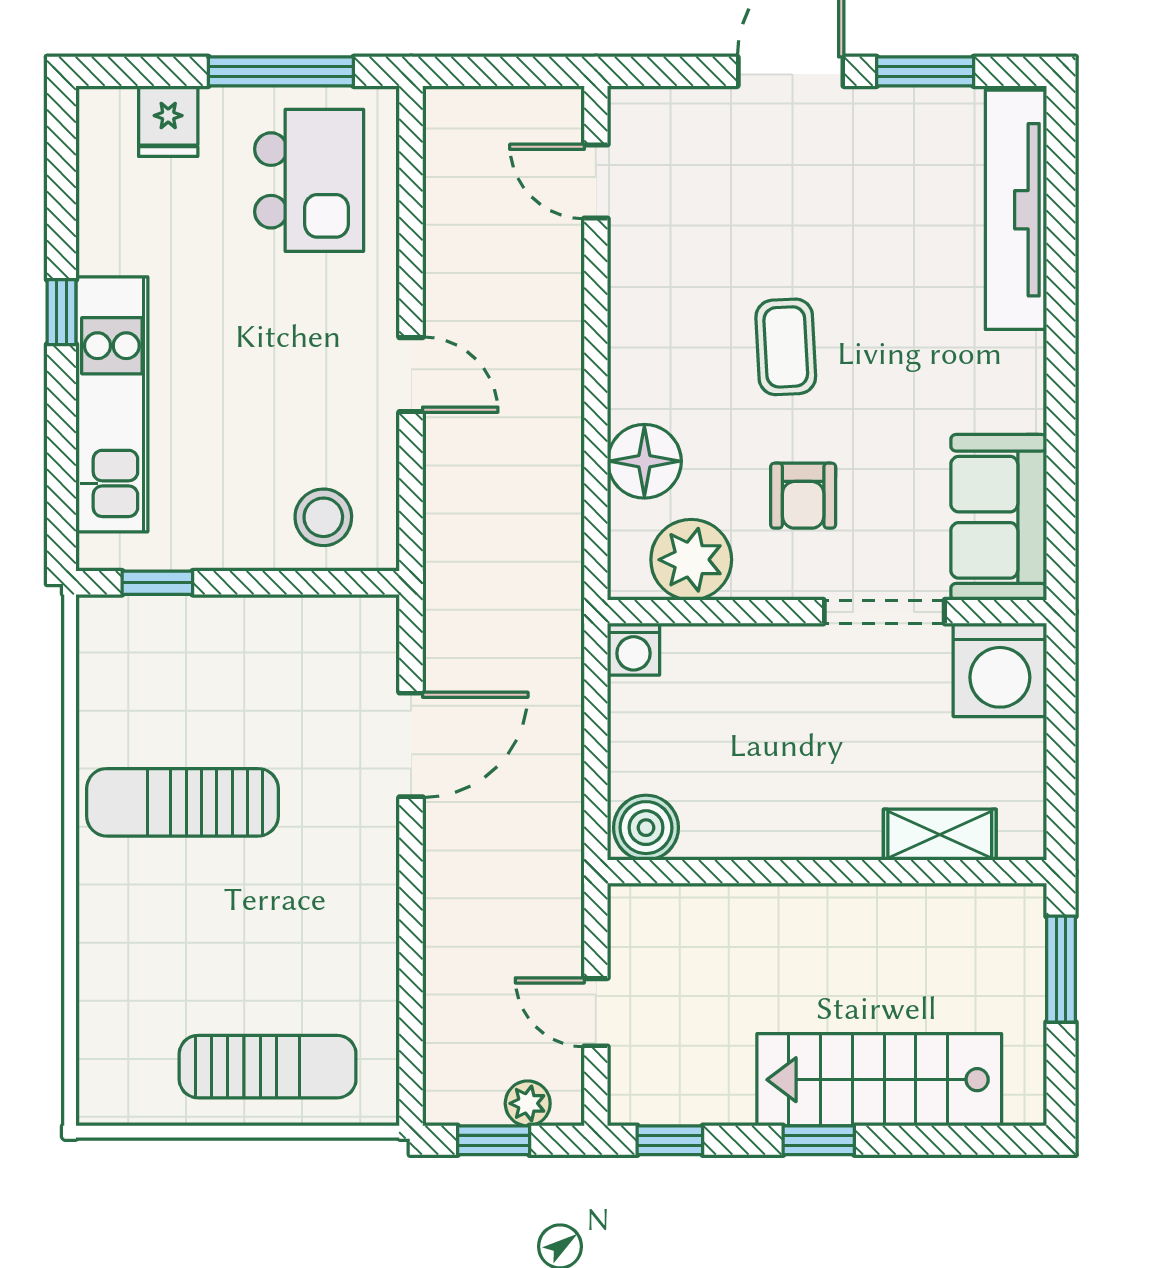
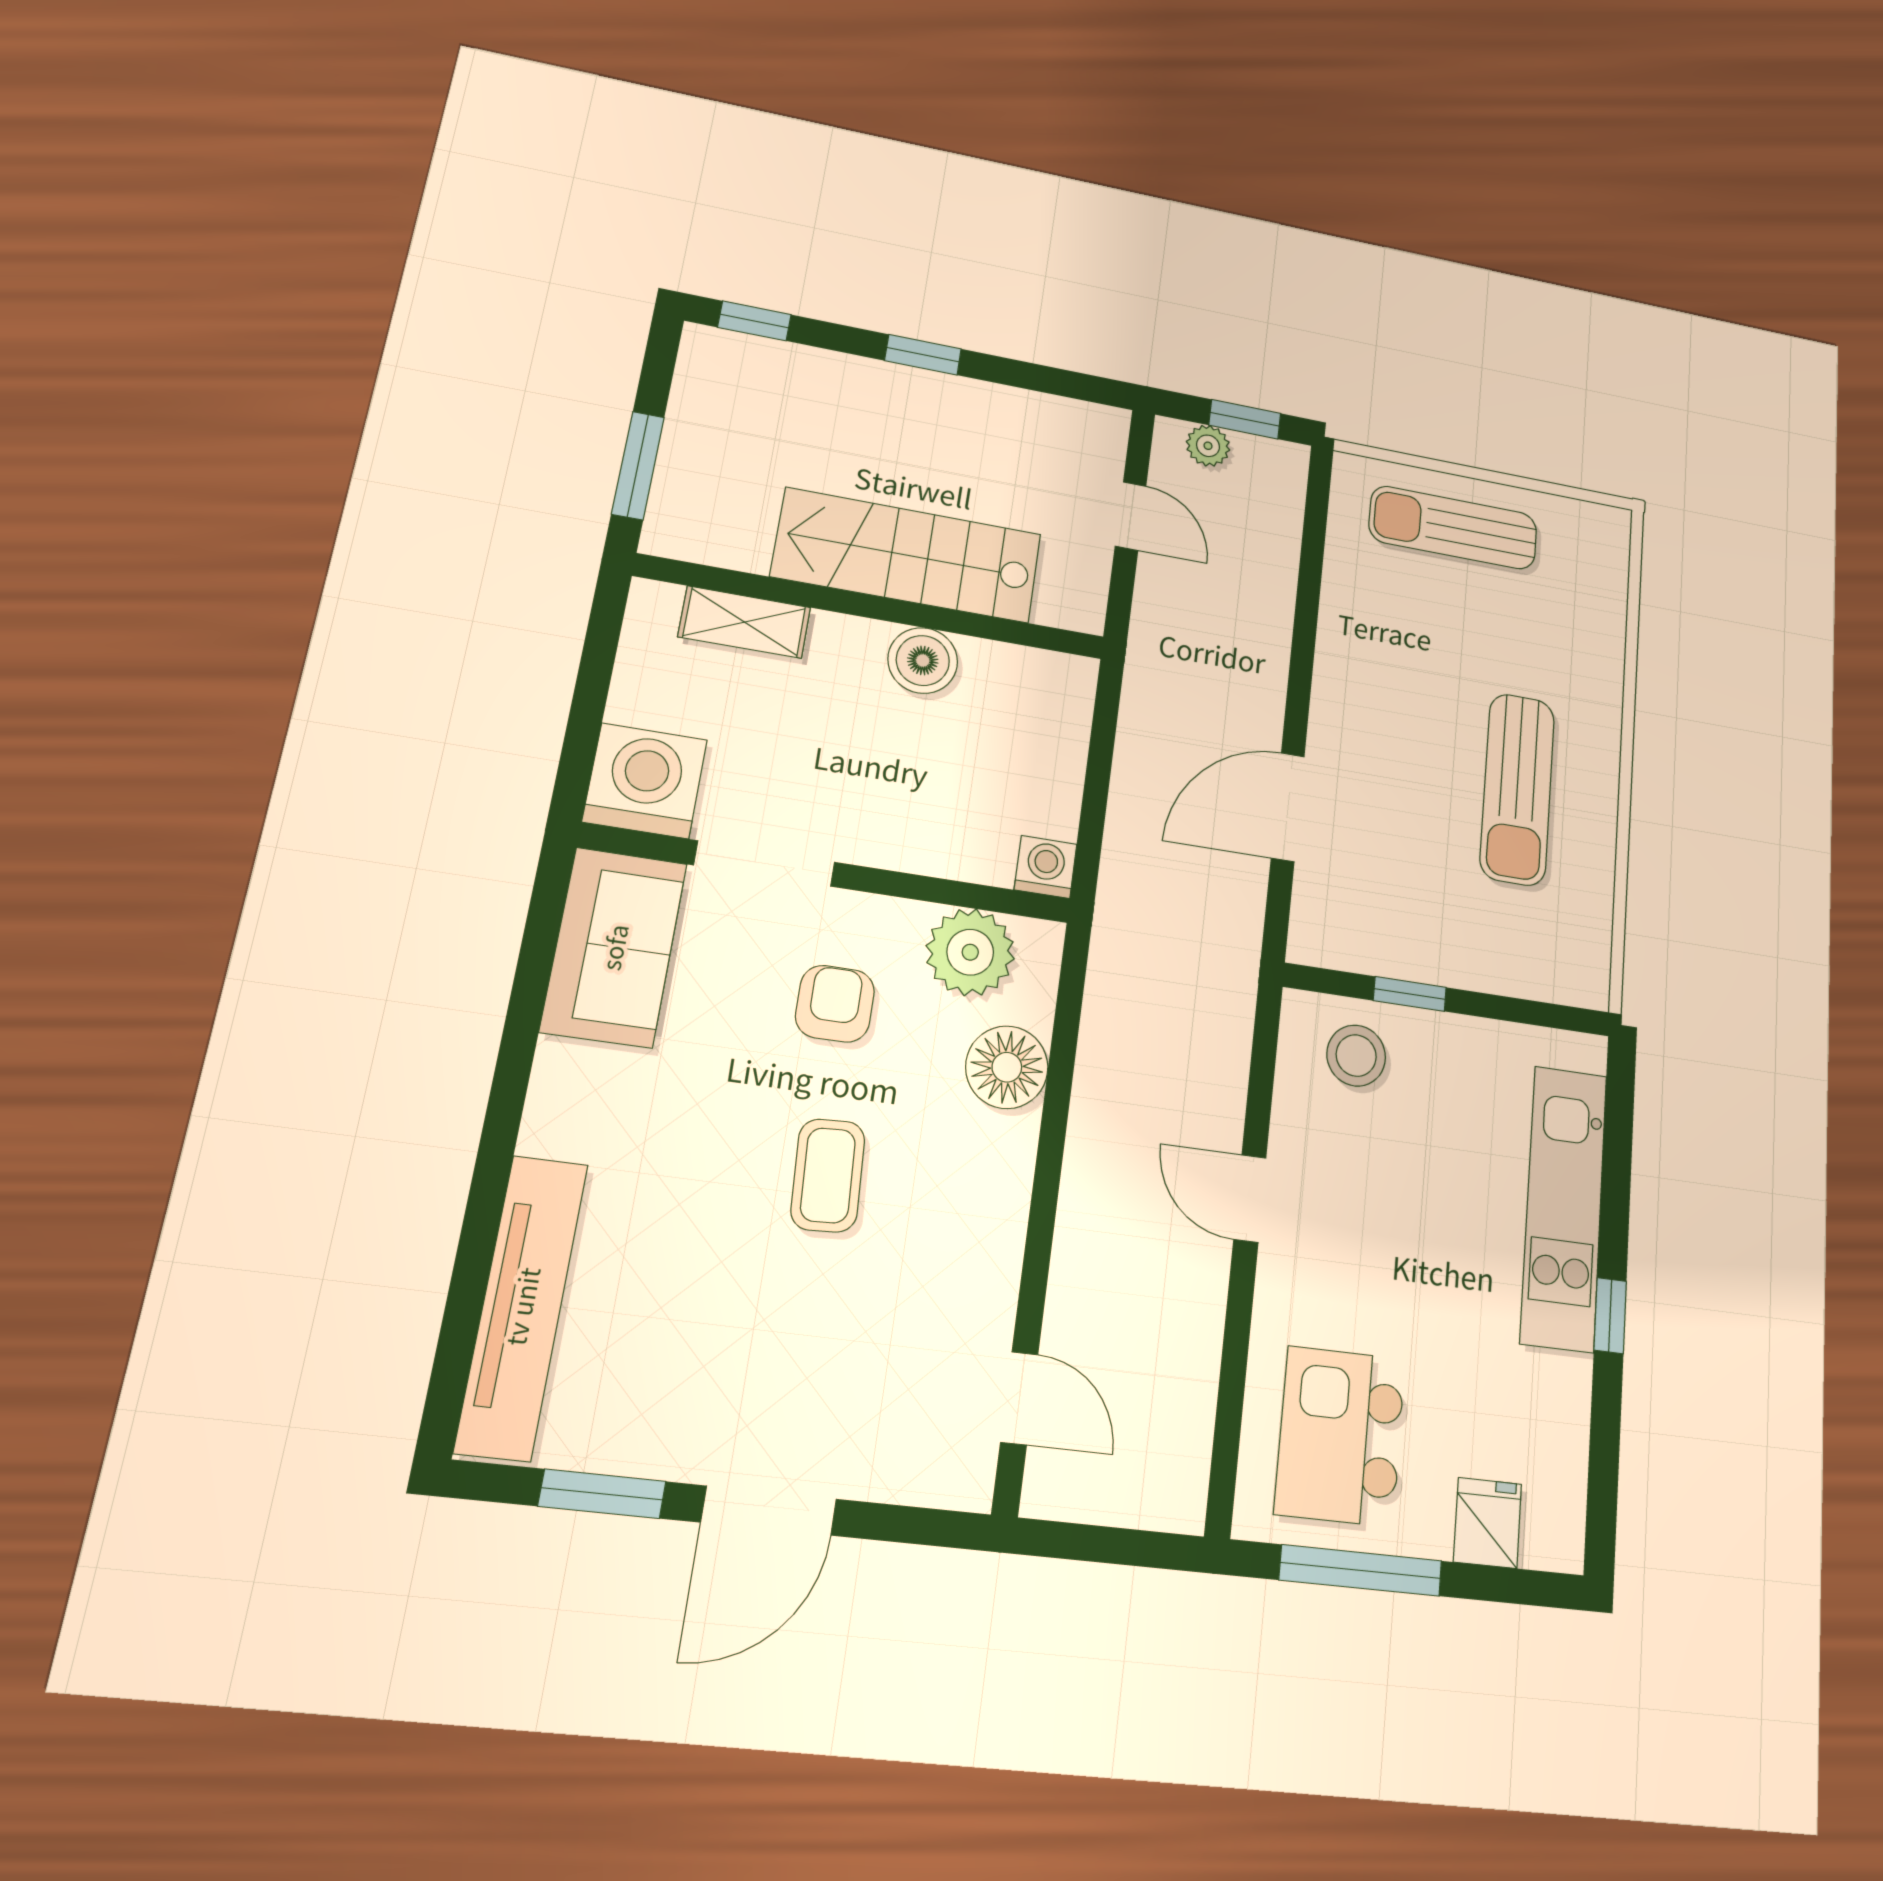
window: (157, 583) -> (1410, 994), moved
sun lounger: (182, 802) -> (1517, 789), turned 90
boiler: (646, 828) -> (923, 660), moved
stairs: (879, 1080) -> (907, 555), moved, turned 180
window: (670, 1140) -> (754, 321), moved

